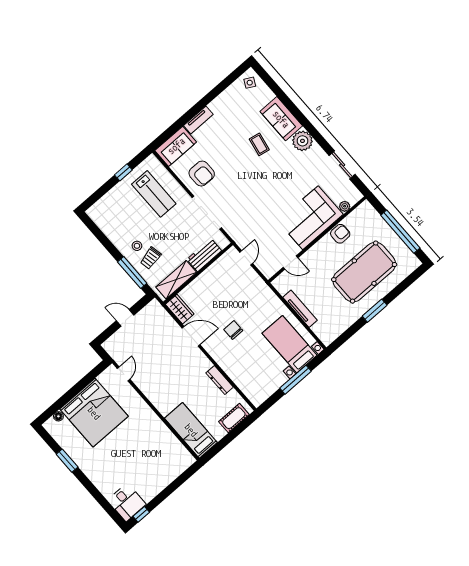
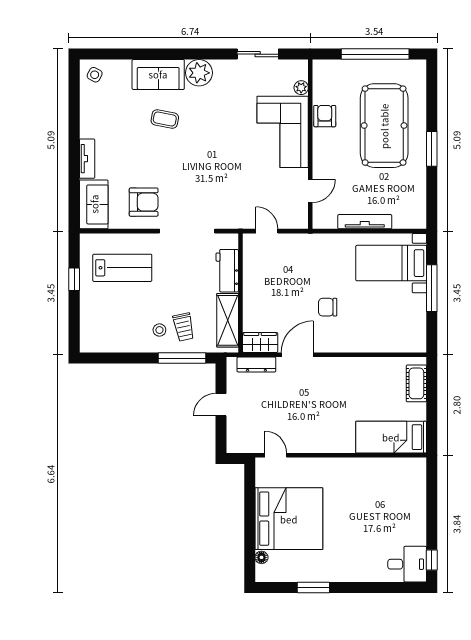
dresser: (220, 380) -> (256, 364), moved

